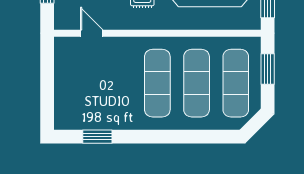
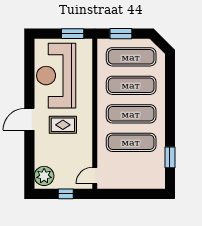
door: (92, 33) -> (95, 175), moved
exercise mat: (118, 83) -> (131, 142), added

